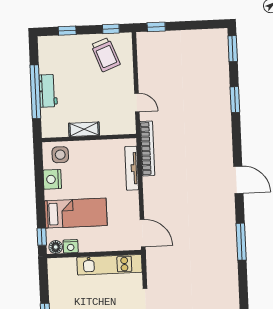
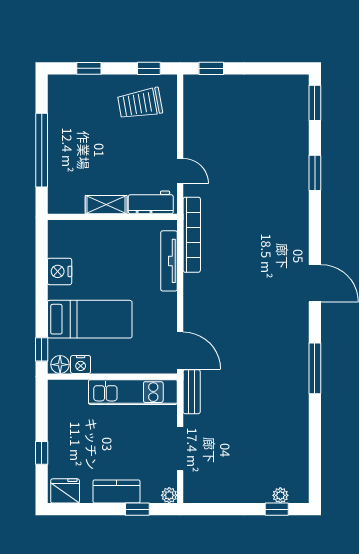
trolley: (106, 55) -> (140, 103), turned 101
workbench: (48, 91) -> (151, 202), moved, turned -90
side table: (60, 155) -> (72, 238), removed
bench: (152, 263) -> (192, 392), added

